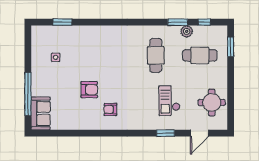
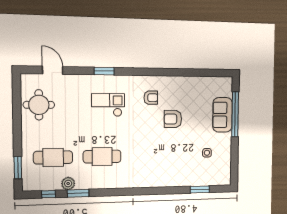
cafe table: (156, 55) -> (102, 157), turned 90
checkout: (169, 101) -> (108, 105), moved, turned -90
sofa: (41, 113) -> (222, 115), moved
window: (166, 133) -> (104, 71), moved
door: (199, 133) -> (53, 70), hinge flipped

